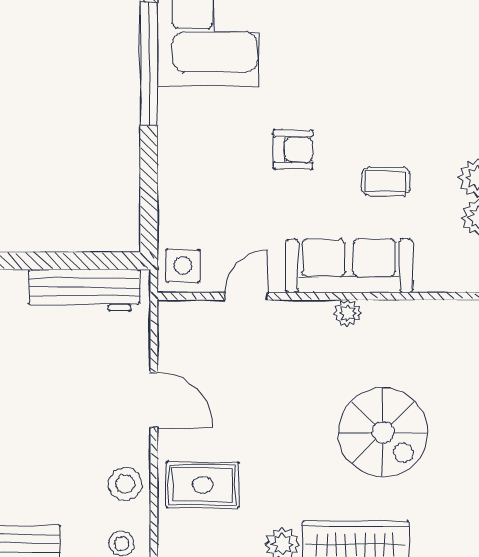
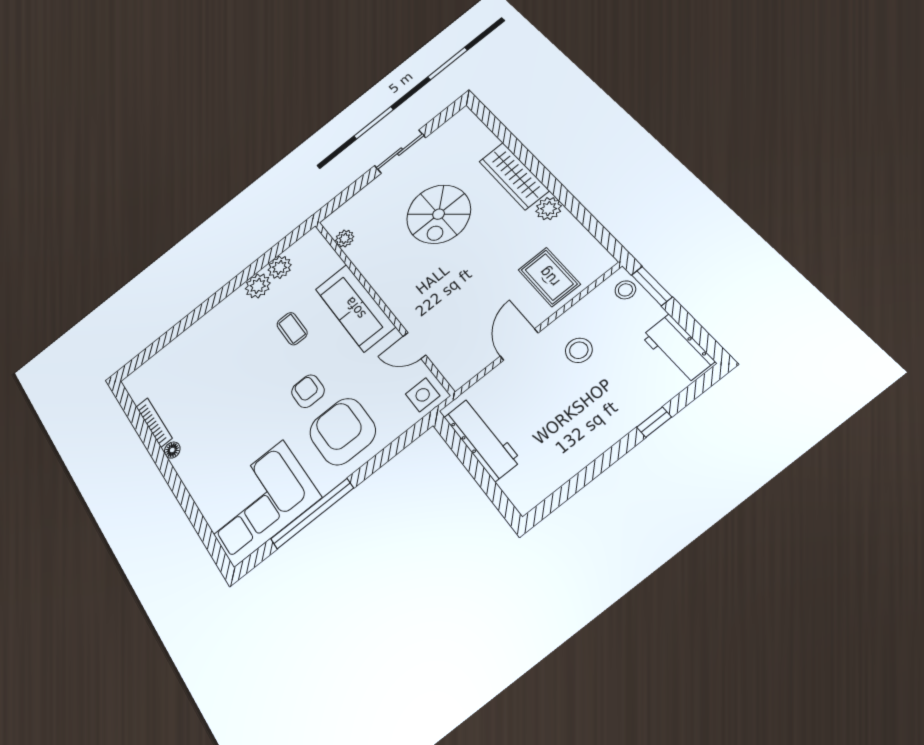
armchair: (214, 156) -> (343, 431), added
plant: (348, 313) -> (345, 239), moved
spiral stairs: (383, 432) -> (439, 214), turned 180
stool: (125, 484) -> (579, 350), moved

